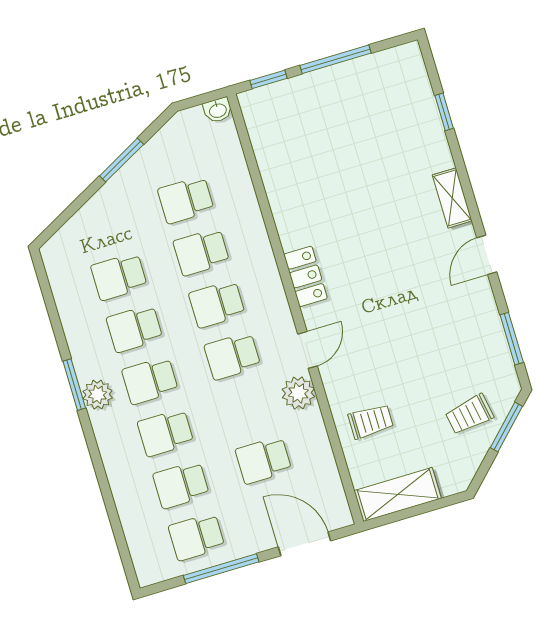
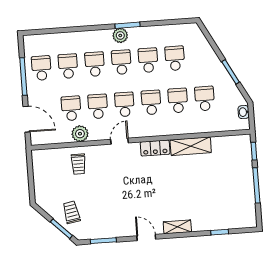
washbasin: (218, 110) -> (244, 112), moved
door: (308, 350) -> (119, 141), swing flipped
plant: (298, 393) -> (80, 134), moved
school desk: (248, 408) -> (98, 106), added
shelving: (398, 495) -> (191, 146), moved, turned 90
door: (304, 544) -> (27, 119), hinge flipped

